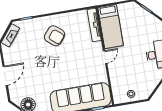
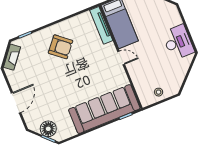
door: (105, 57) -> (121, 58), hinge flipped

